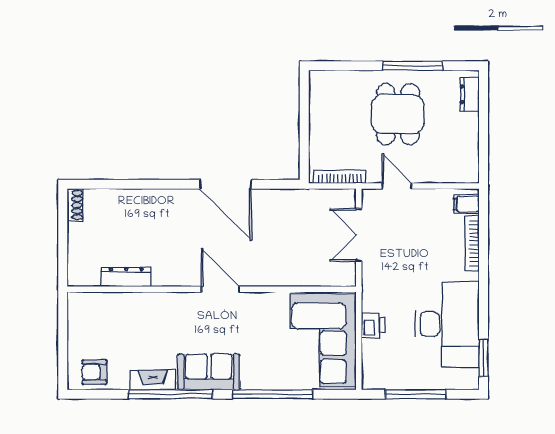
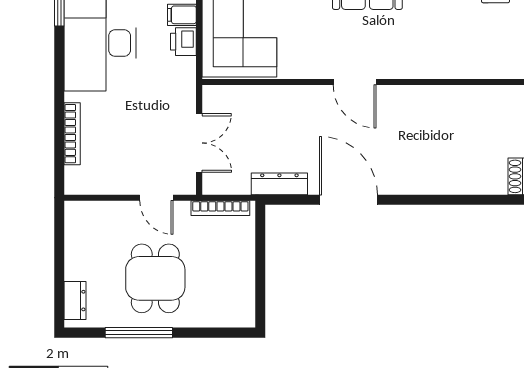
filing cabinet: (466, 204) -> (182, 15), moved, turned 180
dresser: (126, 277) -> (279, 184), moved, turned 180

